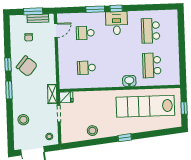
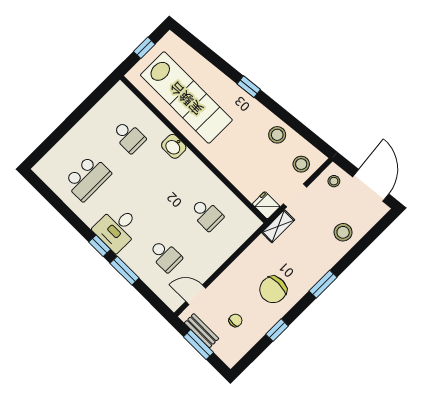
window: (8, 64) -> (277, 330), moved
school desk: (152, 65) -> (129, 137), width x0.54
chair: (27, 66) -> (273, 290), turned -130
stool: (70, 129) -> (301, 164), added

